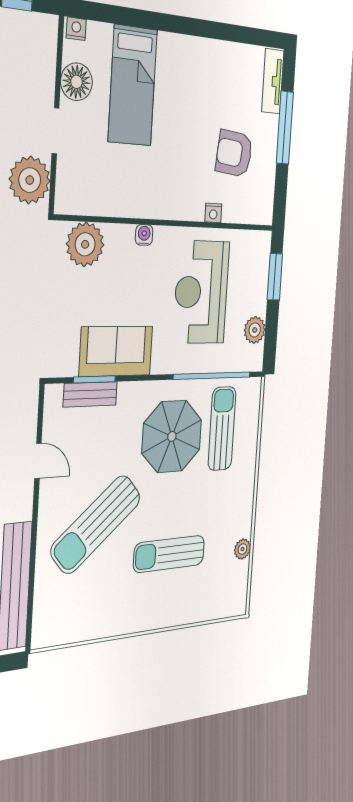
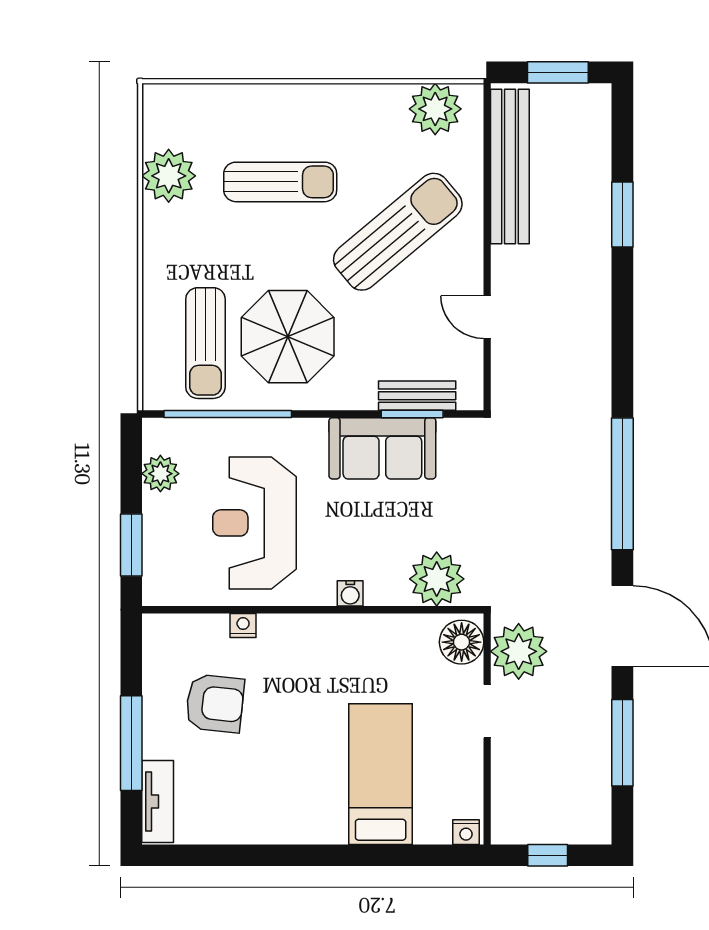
floor lamp: (77, 82) -> (462, 642), moved
reception desk: (201, 292) -> (254, 523), turned 180
plant: (243, 549) -> (169, 176), width x1.87, depth x1.87
plant: (65, 624) -> (435, 109), added

